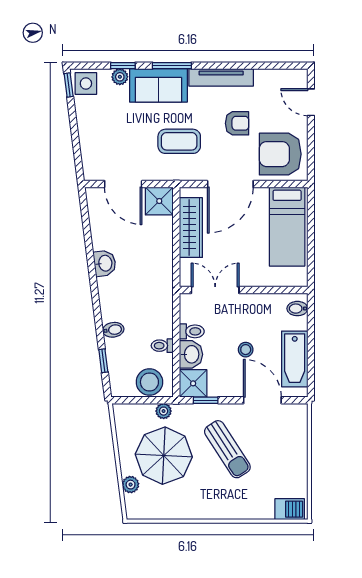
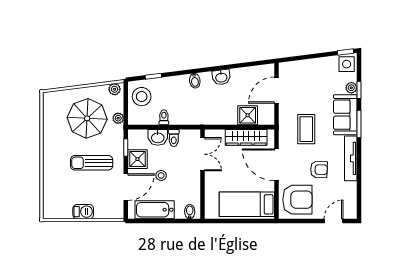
armchair: (237, 123) -> (319, 170), turned -88
armchair: (280, 154) -> (297, 200), turned 90
shower: (159, 201) -> (248, 115), moved
bidet: (113, 330) -> (195, 81), moved
stool: (149, 382) -> (142, 97), moved
shower: (193, 383) -> (137, 159), moved
sun lounger: (227, 449) -> (92, 163), turned 33
plant: (131, 485) -> (114, 89), moved
barbecue: (290, 509) -> (83, 212), moved, turned -90

